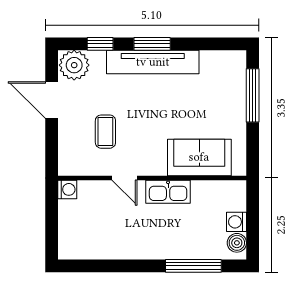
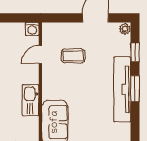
plant: (74, 65) -> (125, 29), width x0.53, depth x0.53
door: (125, 178) -> (40, 54), moved

